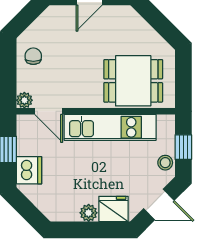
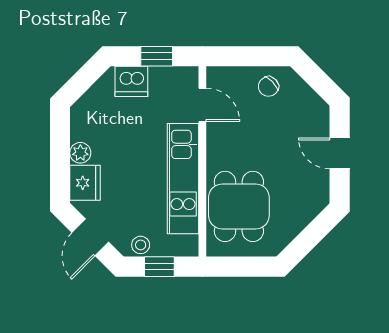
chair: (33, 56) -> (268, 86), turned 136
plant: (24, 100) -> (216, 76), removed
door: (49, 111) -> (202, 105), swing flipped

